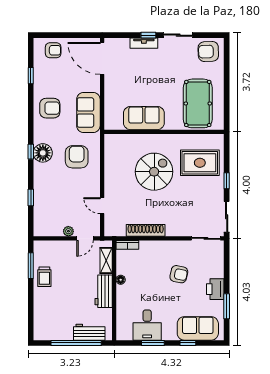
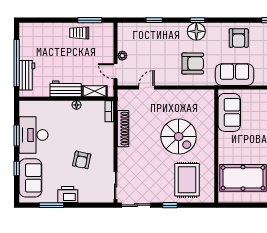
sofa: (144, 118) -> (229, 112), moved
desk: (147, 325) -> (34, 135), width x1.37

